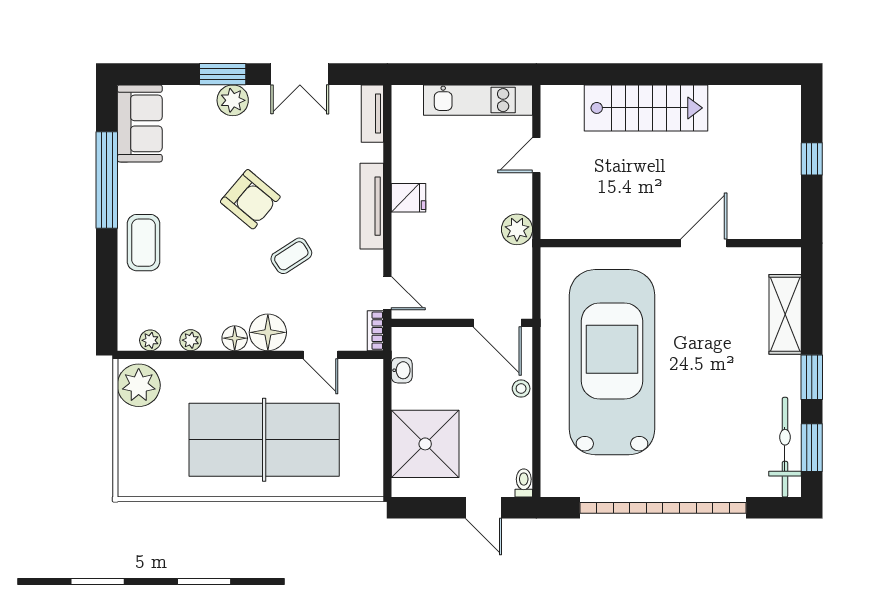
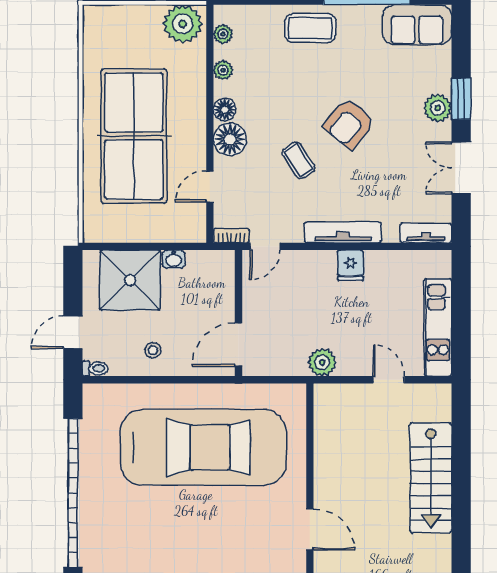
washbasin: (402, 370) -> (174, 259), moved
stool: (521, 389) -> (153, 350), moved

